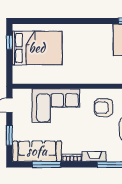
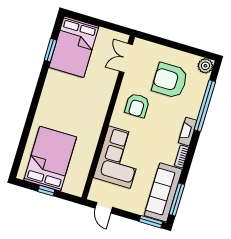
window: (9, 42) -> (46, 191), moved
window: (9, 136) -> (151, 222), moved
window: (46, 165) -> (177, 200), moved

